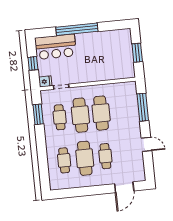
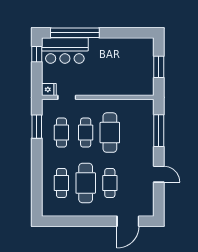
window: (77, 29) -> (75, 33), moved
window: (33, 63) -> (37, 54), moved
cafe table: (80, 115) -> (86, 133), width x0.73, depth x0.74

